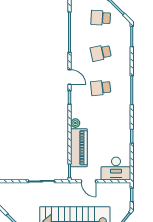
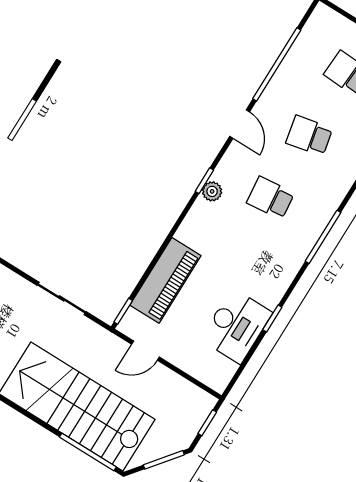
door: (70, 77) -> (240, 124), moved
plant: (75, 123) -> (212, 191), moved
desk: (116, 169) -> (236, 326), moved, turned -90
door: (89, 181) -> (145, 351), hinge flipped

